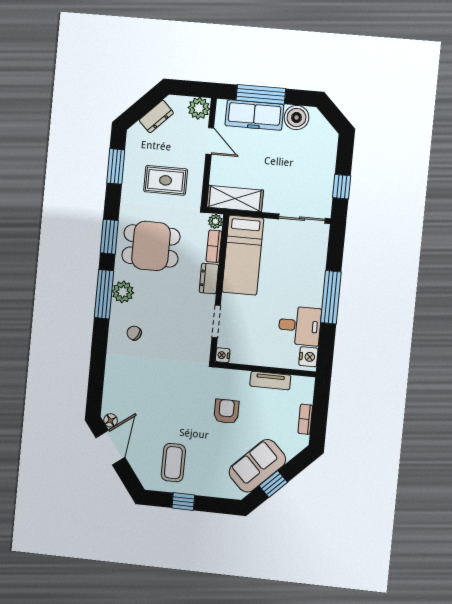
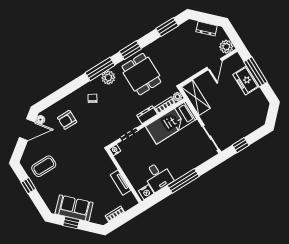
freezer: (254, 115) -> (246, 80), width x0.71
boiler: (296, 118) -> (257, 98), removed
rug: (166, 180) -> (179, 57), removed
armchair: (226, 411) -> (67, 120), moved, turned 180

